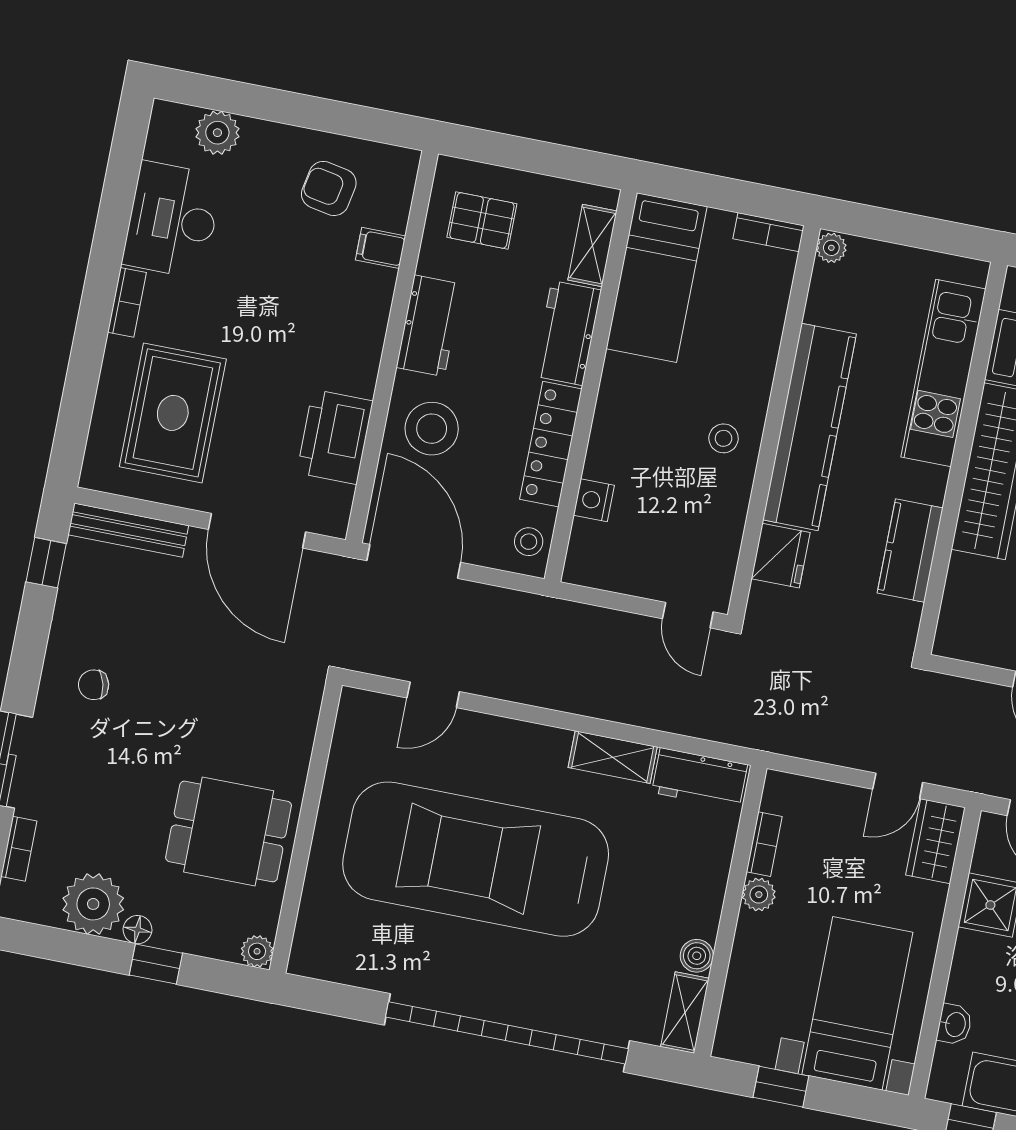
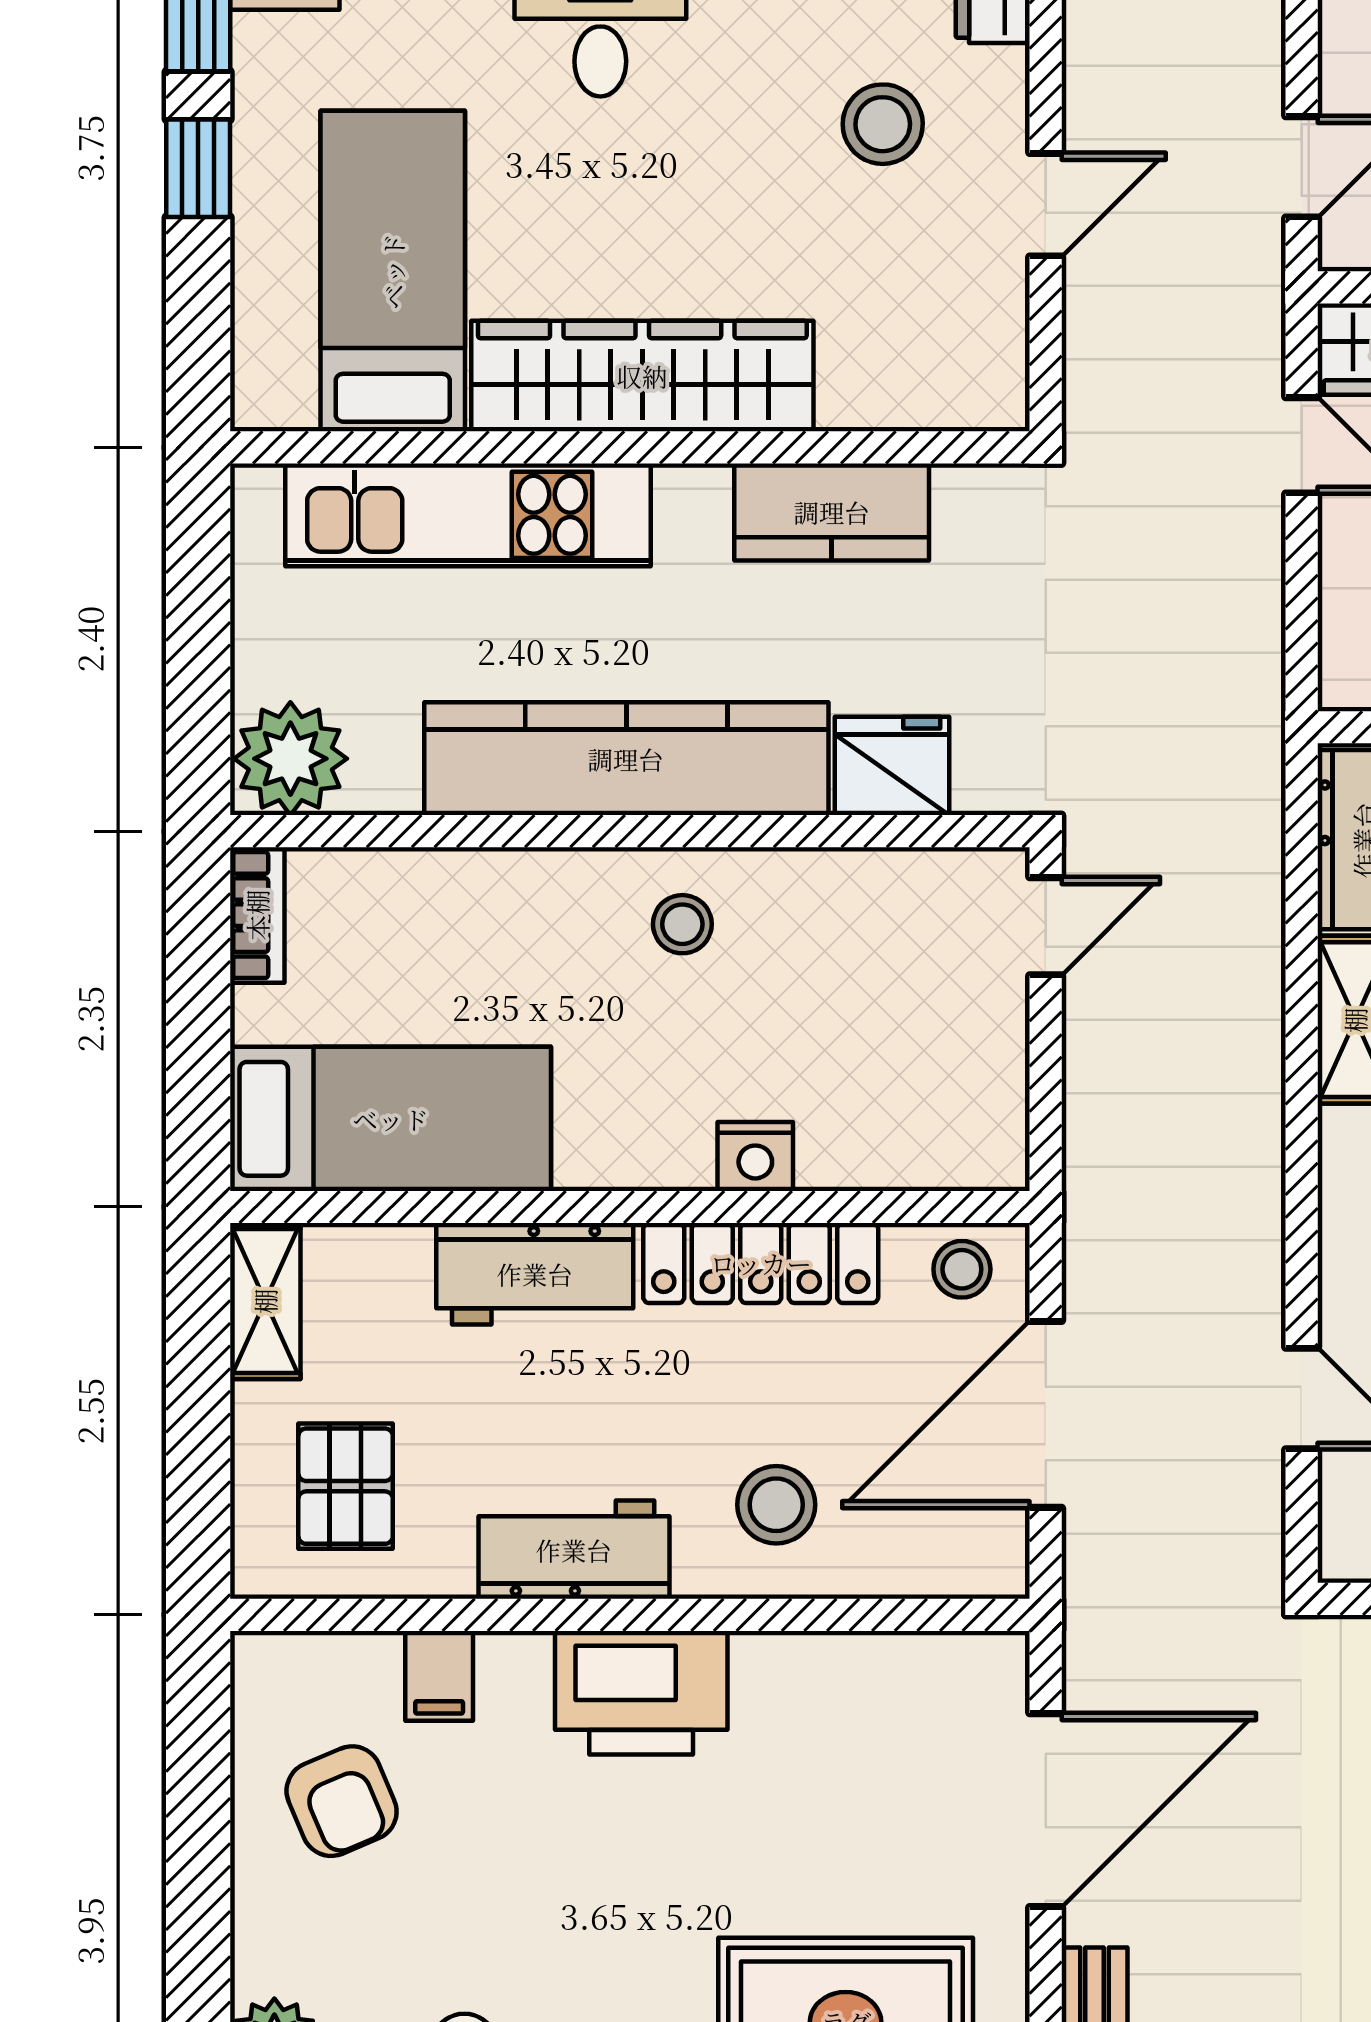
armchair: (329, 188) -> (342, 1801), turned -34
shelving: (592, 245) -> (265, 1301), moved, turned 90
plant: (831, 248) -> (290, 759), width x1.87, depth x1.87
stool: (432, 429) -> (776, 1505), width x0.73, depth x0.73
printer: (335, 437) -> (641, 1693), moved
nightstand: (594, 500) -> (755, 1156), moved
door: (414, 561) -> (1046, 1414), moved

